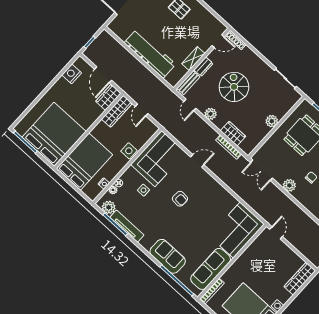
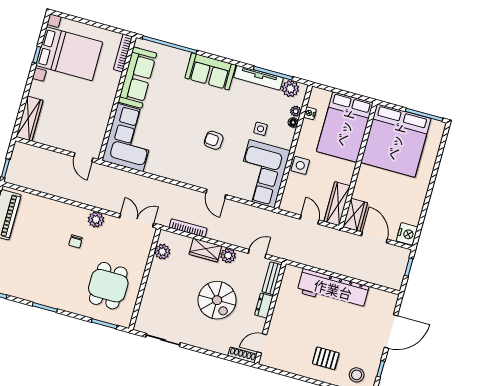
shelving: (193, 59) -> (280, 309), removed
nightstand: (72, 74) -> (407, 234), moved
door: (190, 105) -> (257, 254), hinge flipped
plant: (272, 121) -> (162, 252), moved
wardrobe: (233, 134) -> (205, 250), moved
door: (197, 161) -> (216, 194), hinge flipped
sofa: (168, 256) -> (210, 71), moved

